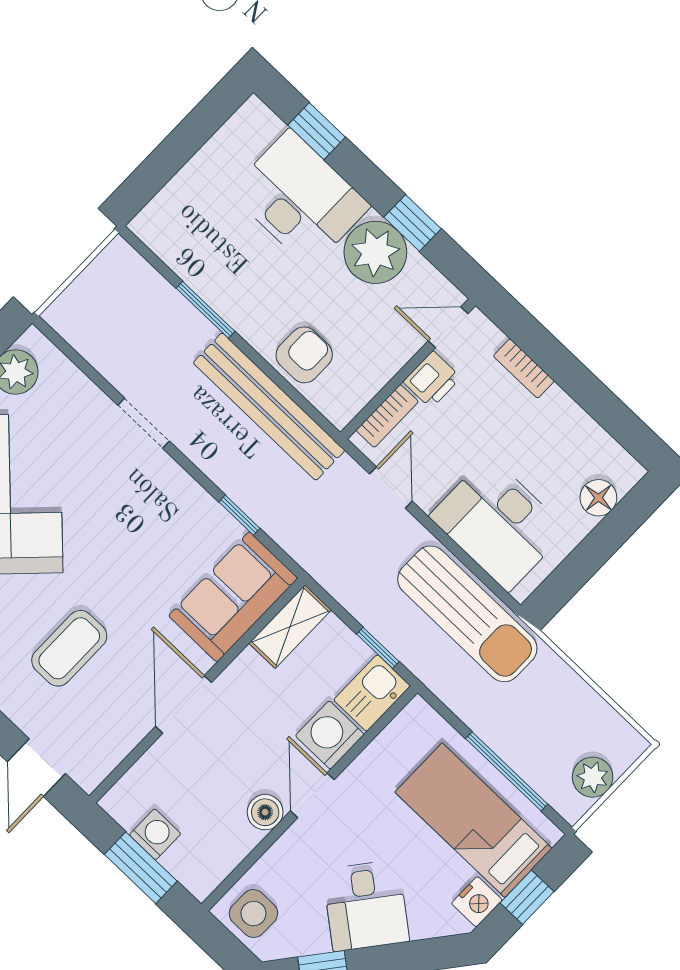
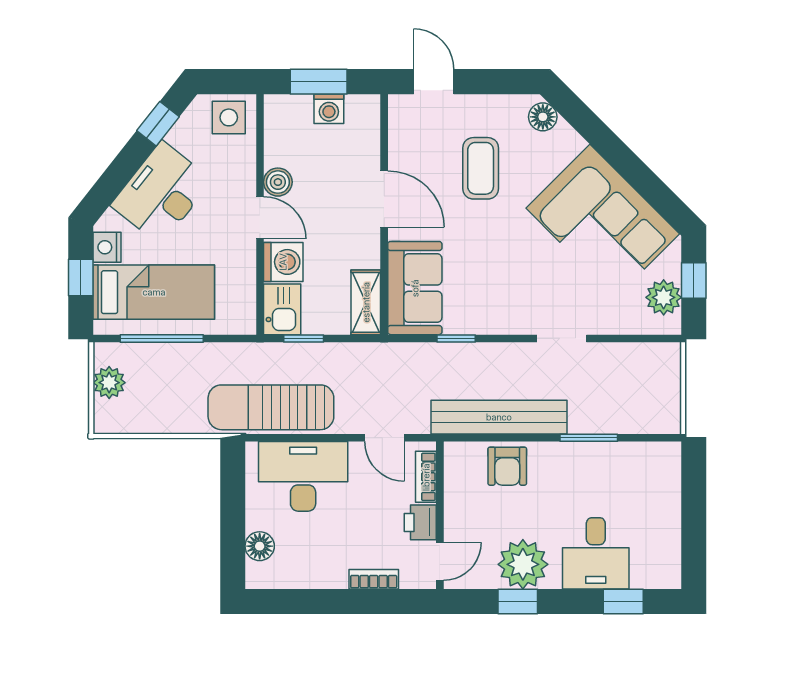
desk: (300, 199) -> (596, 553), width x0.73
desk: (366, 906) -> (161, 193), width x1.37

